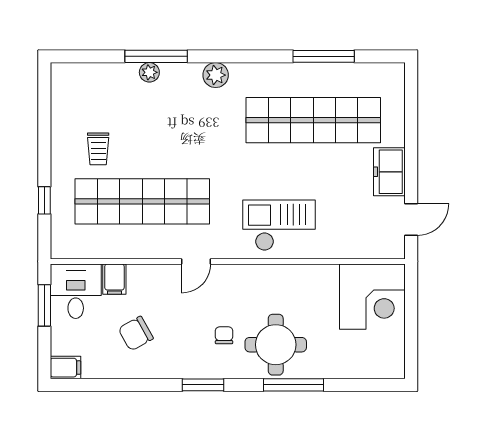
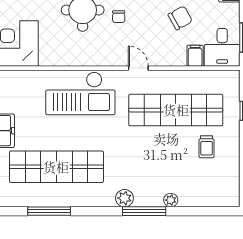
window: (156, 56) -> (144, 211), moved
trolley: (98, 149) -> (206, 147), turned 180
checkout: (279, 225) -> (80, 93), width x1.36, depth x1.21
door: (196, 261) -> (138, 68), hinge flipped

